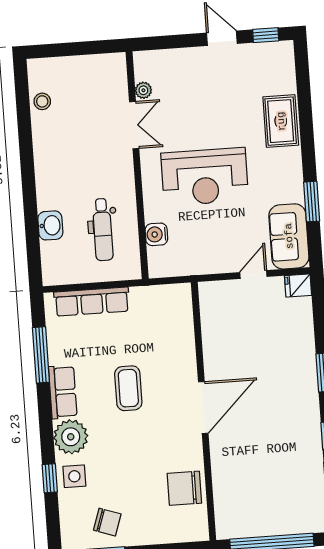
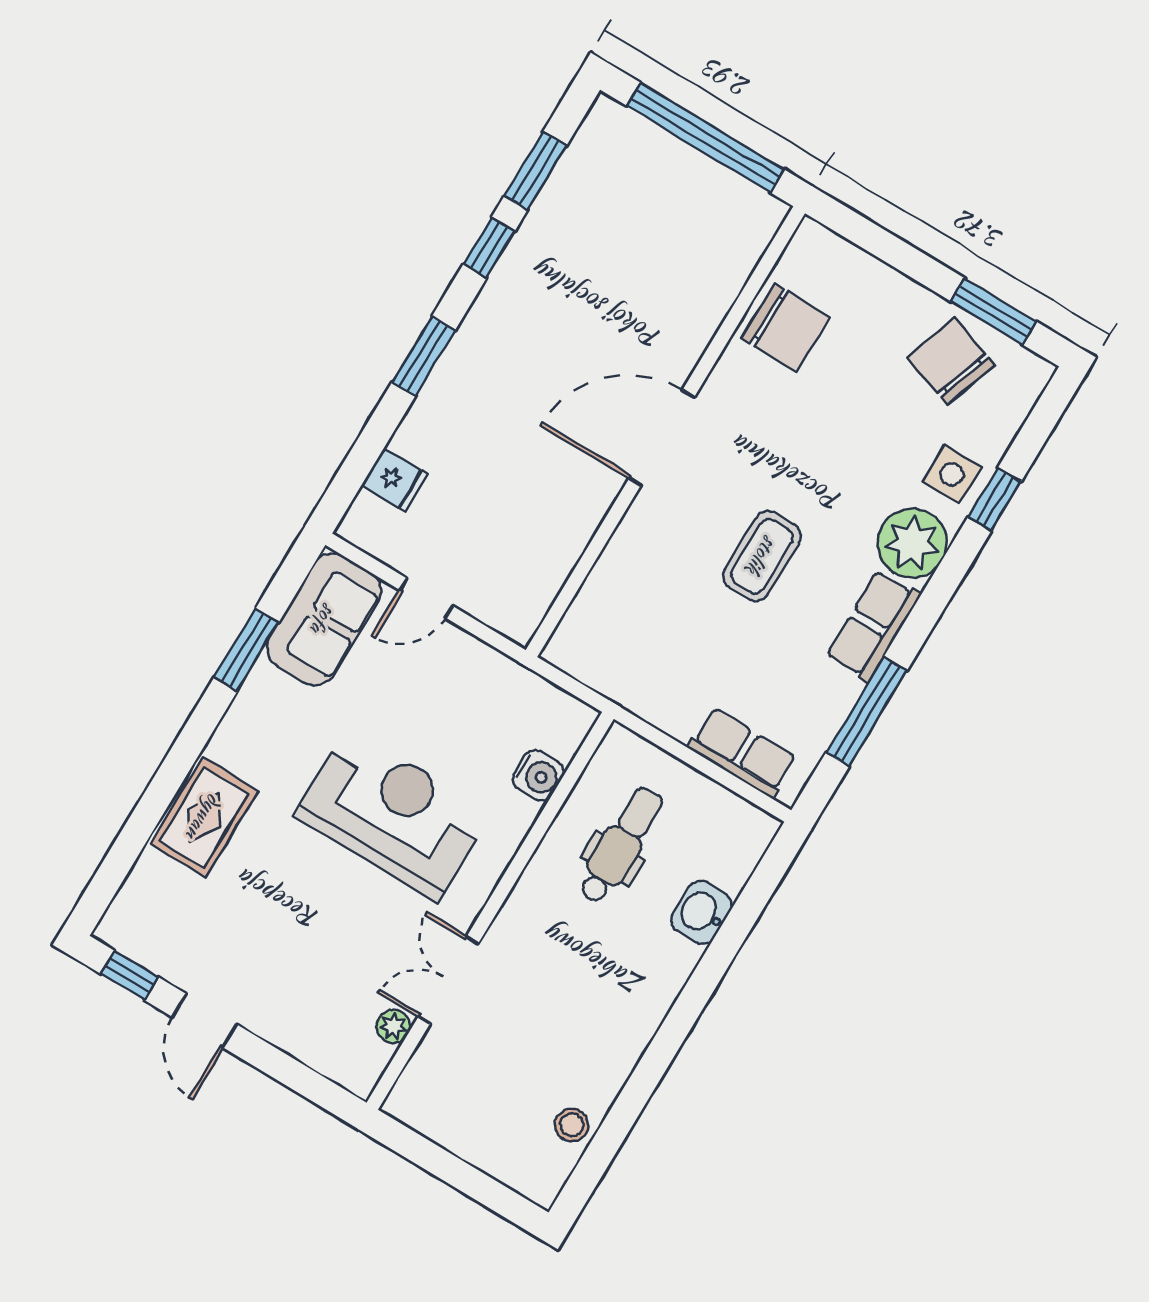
fridge: (298, 286) -> (395, 480), moved
row of seats: (92, 302) -> (743, 753), width x0.68
chair: (107, 522) -> (951, 361), width x1.37, depth x1.37

